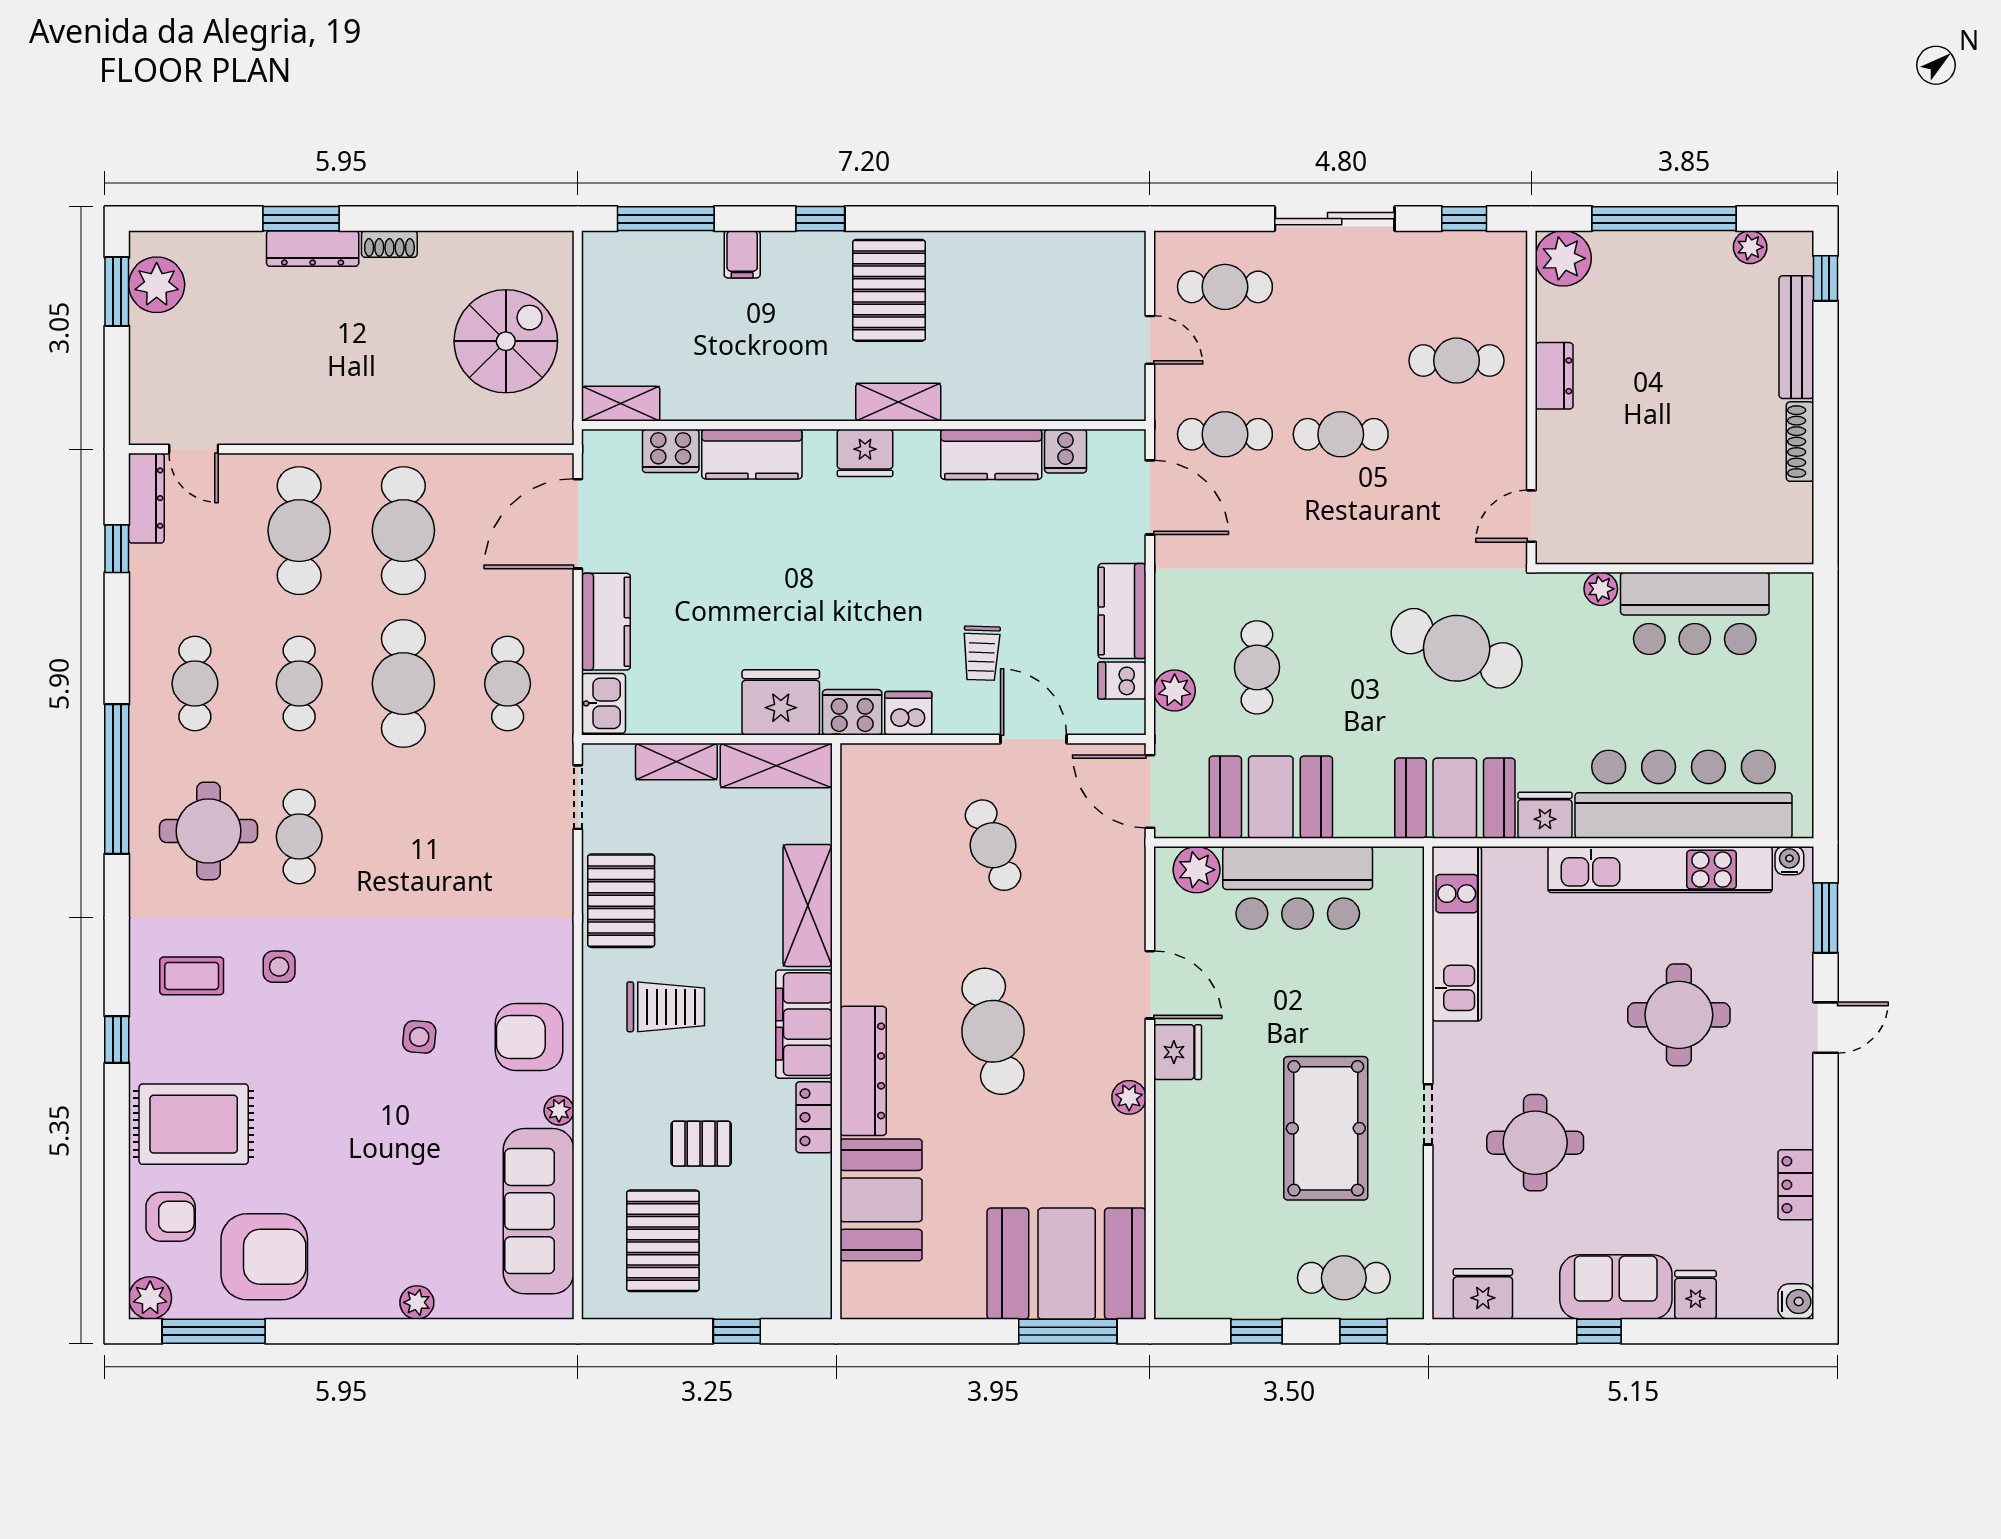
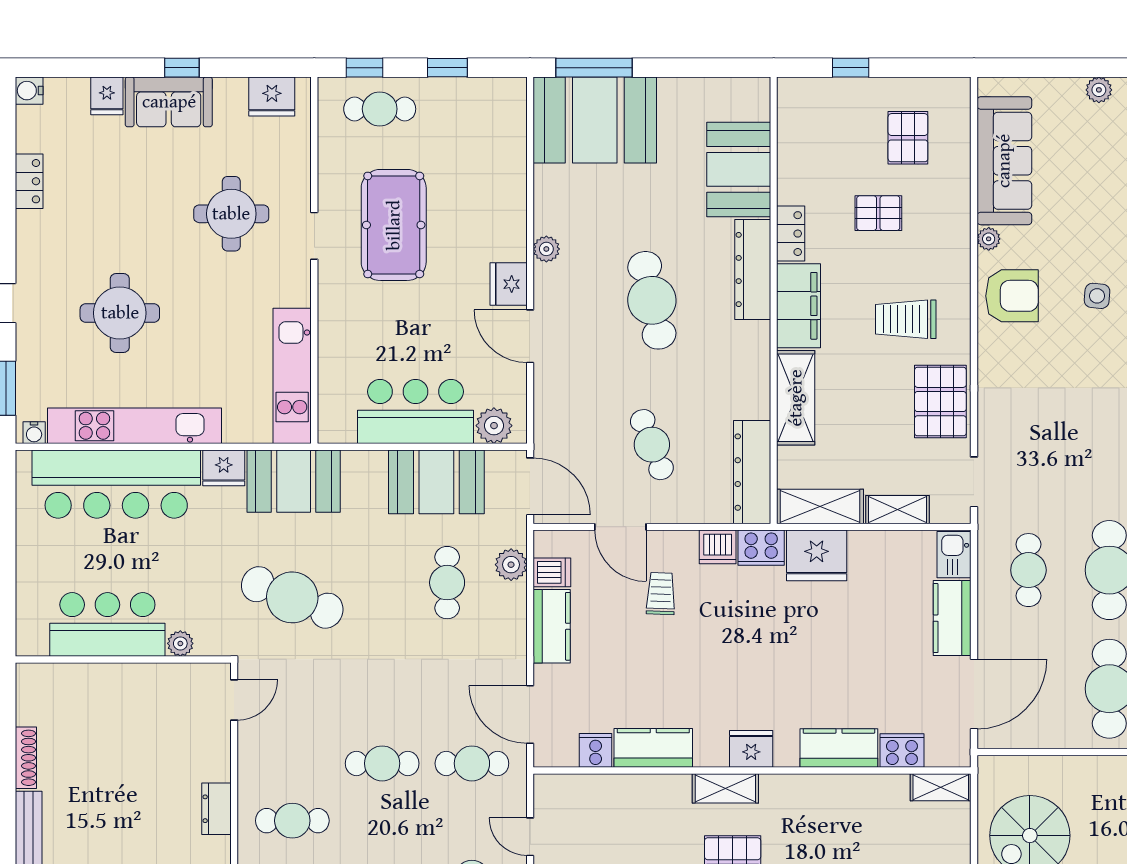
dresser: (864, 810) -> (752, 472), added
pallet: (663, 1241) -> (908, 138), width x0.67, depth x0.71

